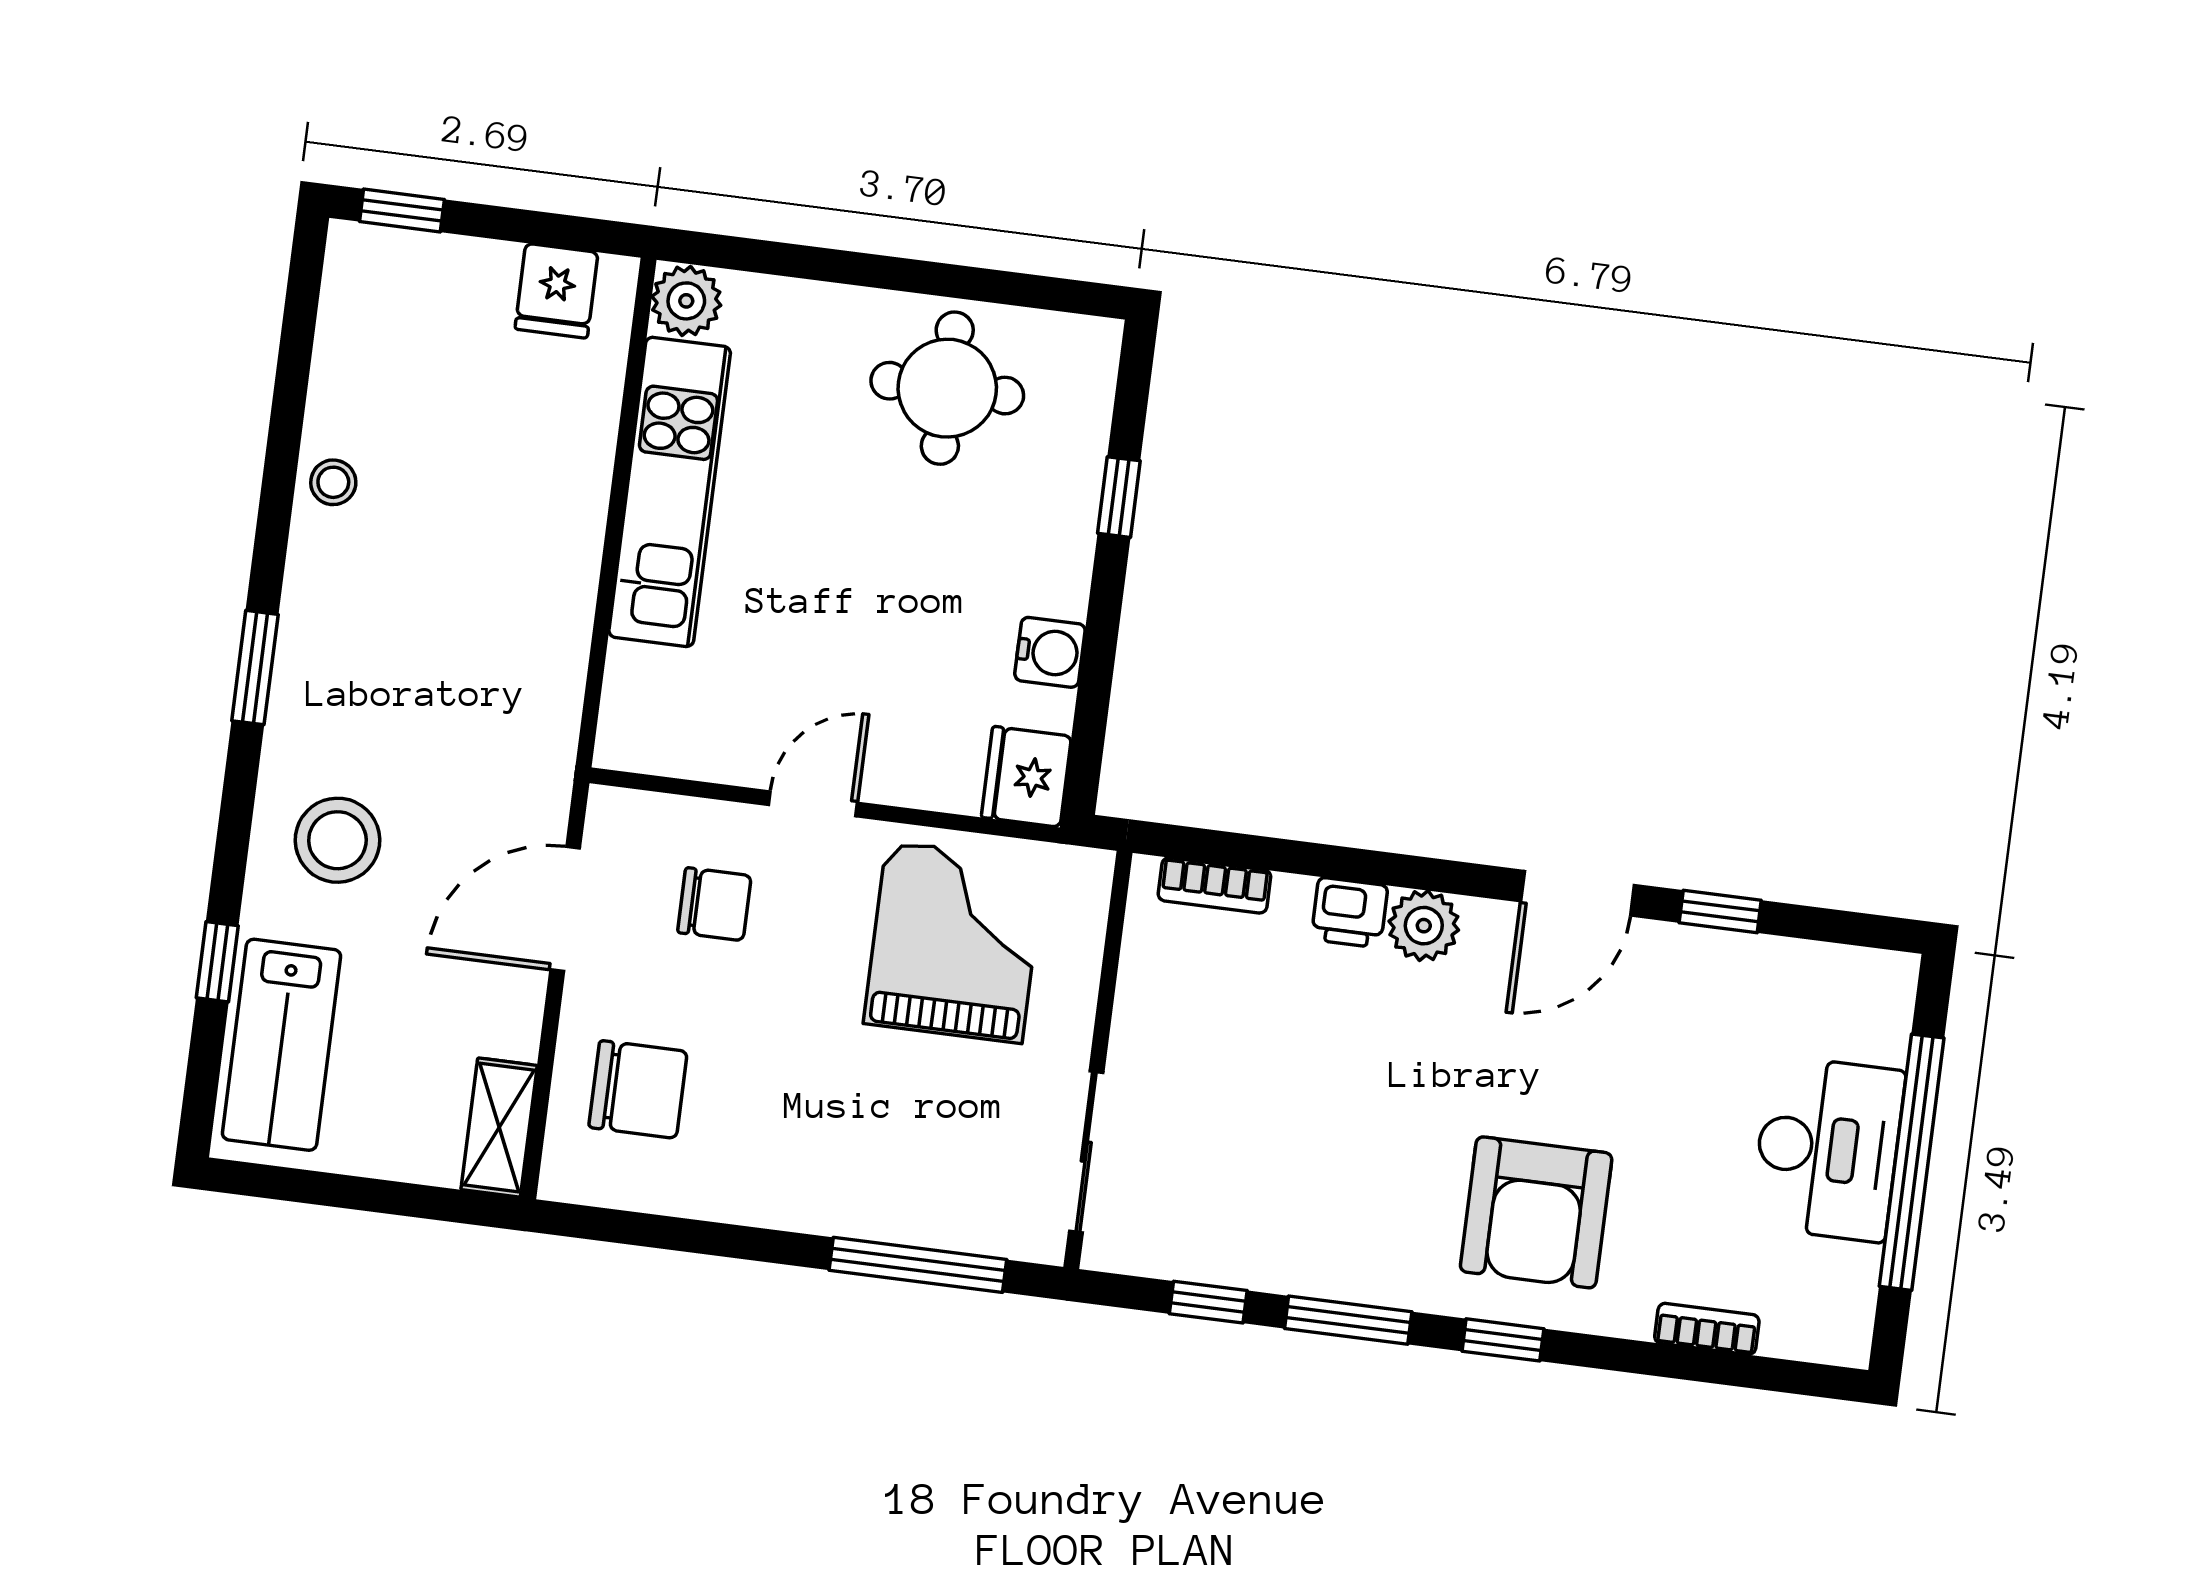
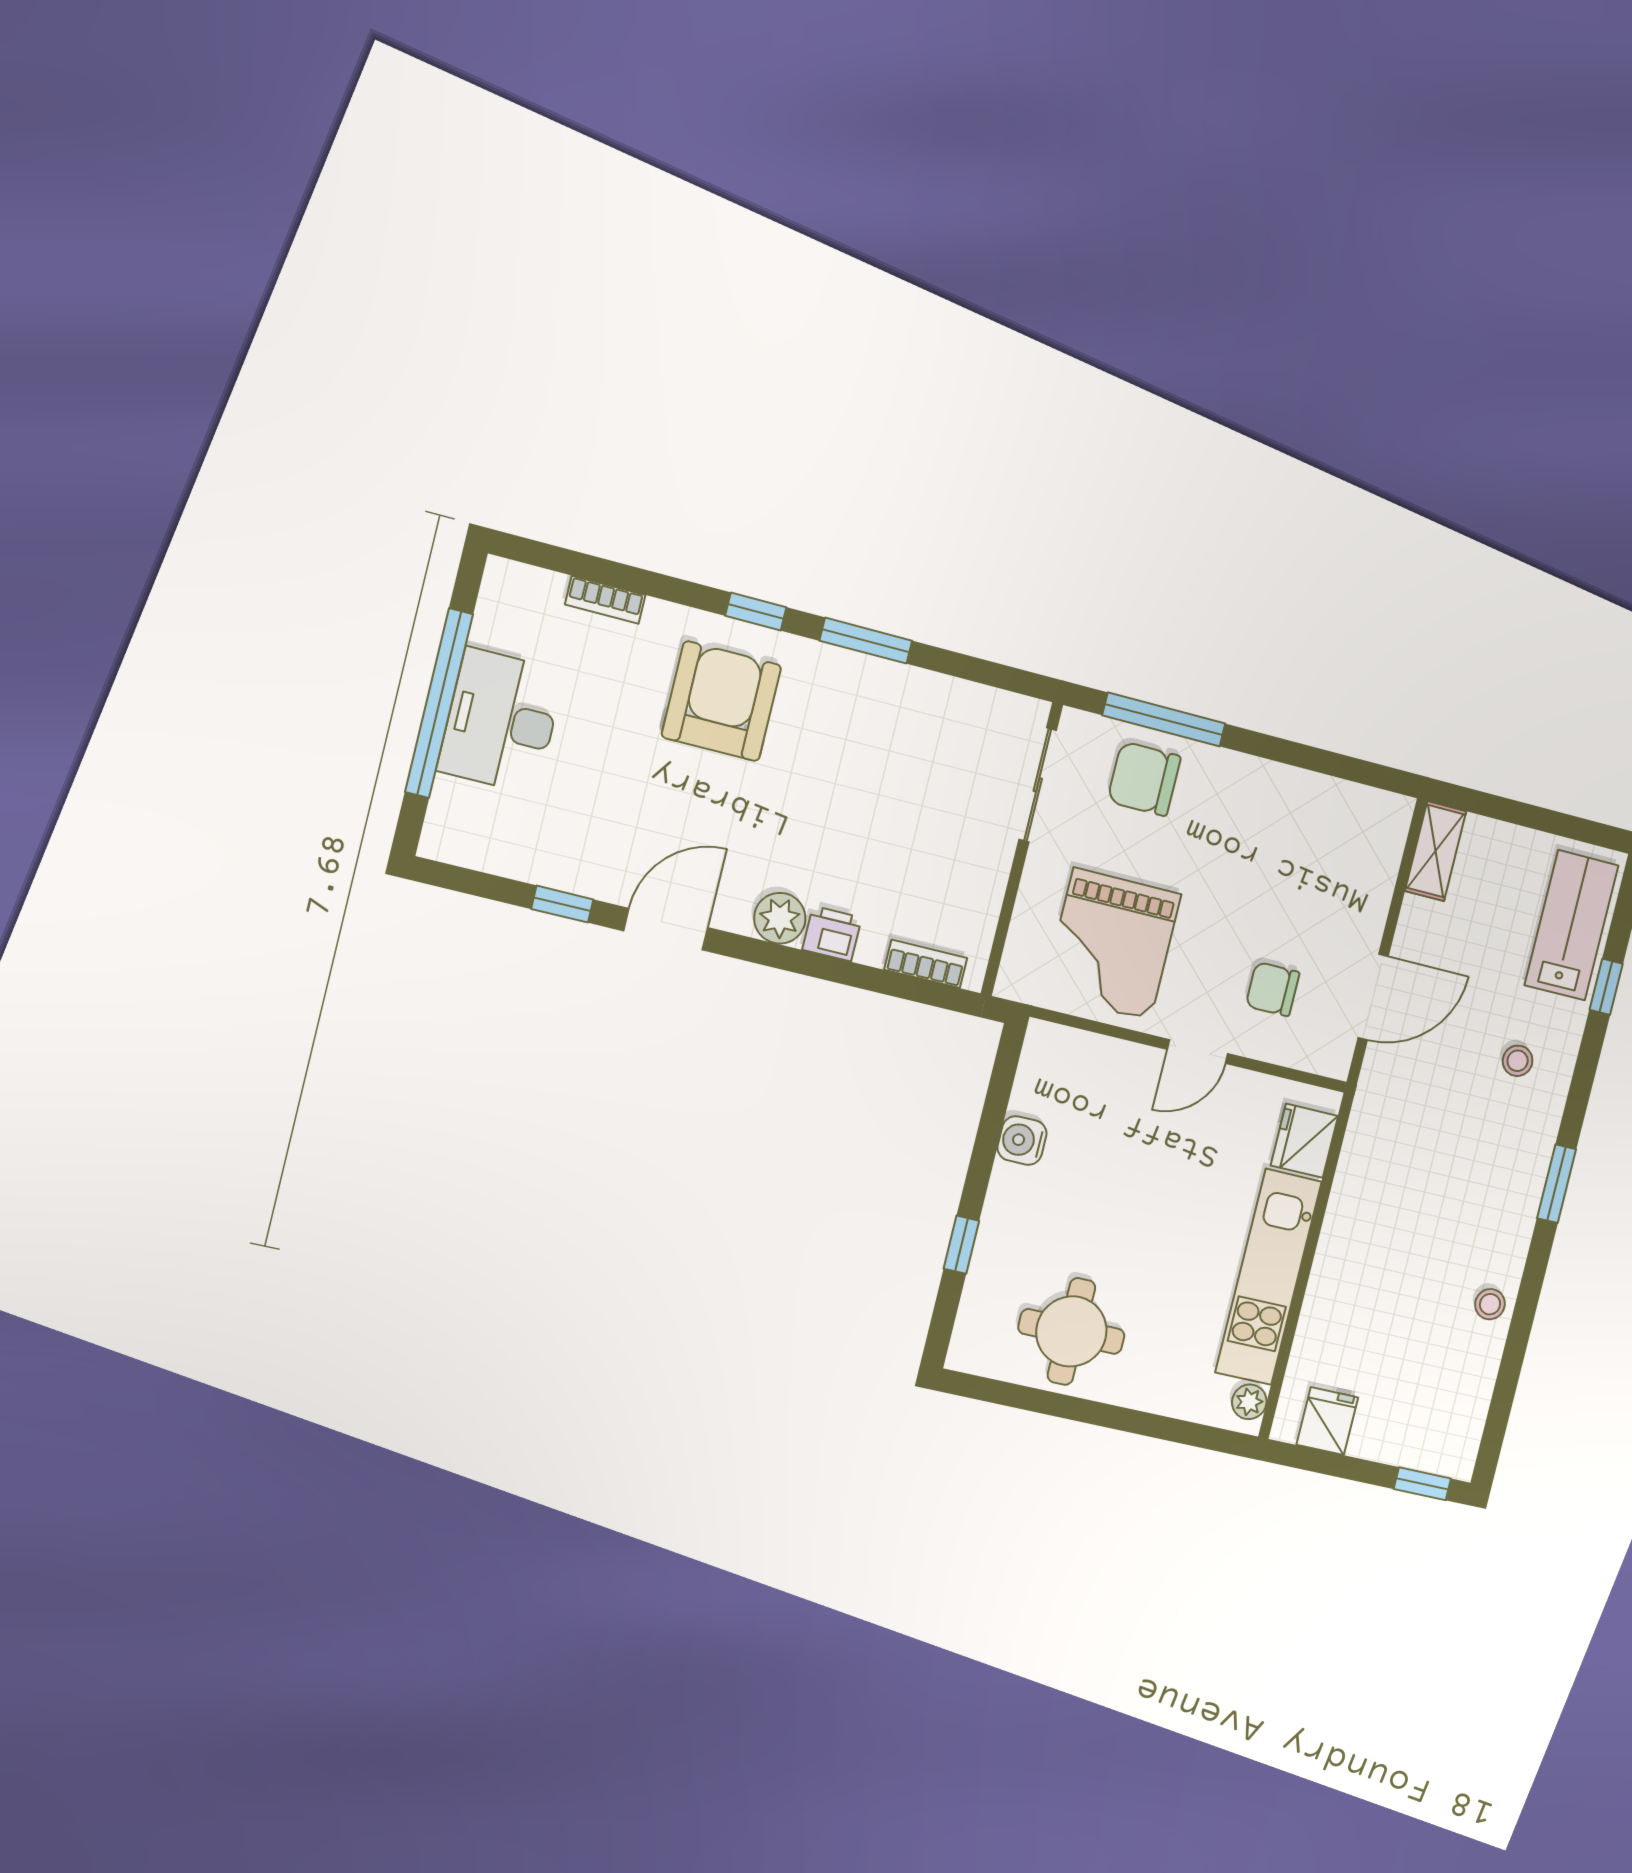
plant: (686, 301) -> (1249, 1402), width x0.73, depth x0.73
fridge: (1026, 777) -> (1304, 1141), moved, turned 180
stool: (337, 840) -> (1518, 1061), width x0.53, depth x0.53
chair: (638, 1089) -> (1144, 779), moved
window: (1208, 1302) -> (964, 667), removed

